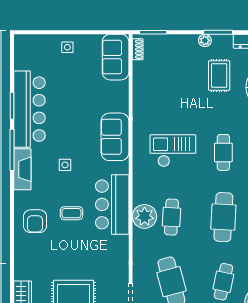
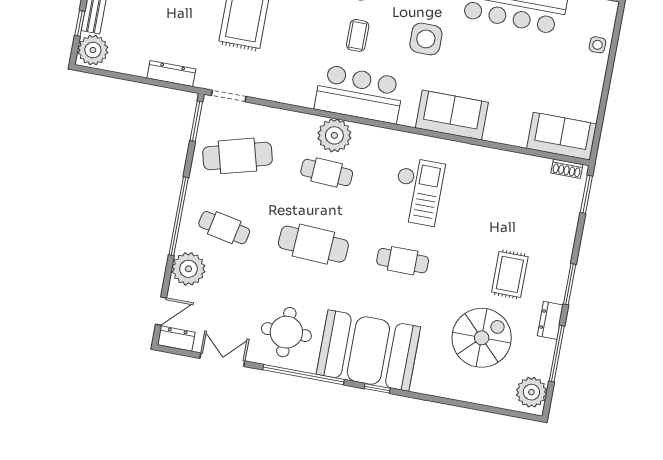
plant: (205, 40) -> (562, 264), removed
side table: (67, 47) -> (597, 45), moved
rug: (219, 75) -> (510, 274), turned 90
side table: (65, 165) -> (426, 39), width x1.87, depth x1.87

